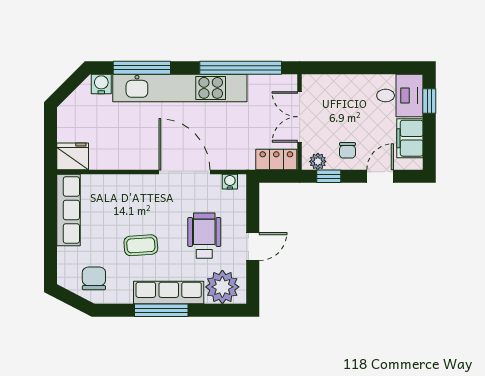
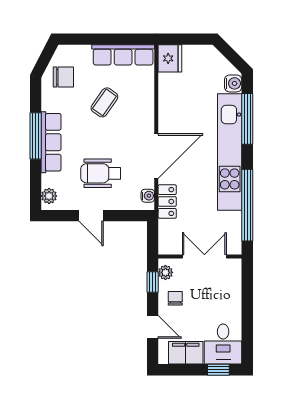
chair: (347, 150) -> (175, 298), turned 90
locker: (276, 160) -> (167, 201), moved
wheelchair: (204, 236) -> (101, 173), turned 180
coffee table: (141, 245) -> (104, 102), moved, turned 39
plant: (222, 287) -> (49, 196), width x0.53, depth x0.53

